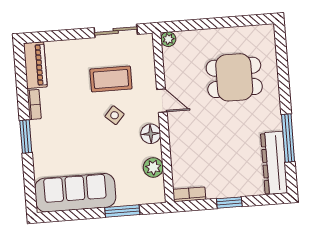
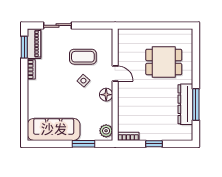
sliding door: (116, 31) -> (57, 25), moved
plant: (168, 39) -> (123, 34), removed
window: (26, 137) -> (24, 47), moved
dresser: (274, 163) -> (185, 104), moved
plant: (153, 167) -> (106, 131), moved

